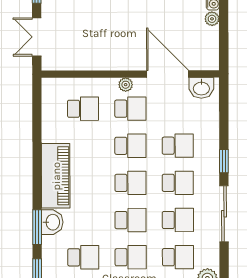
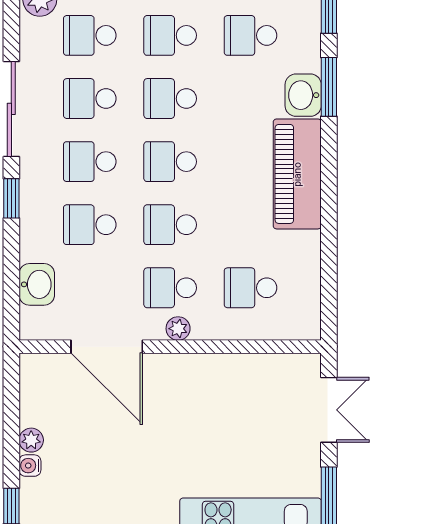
washbasin: (201, 88) -> (37, 284), moved, turned 90

